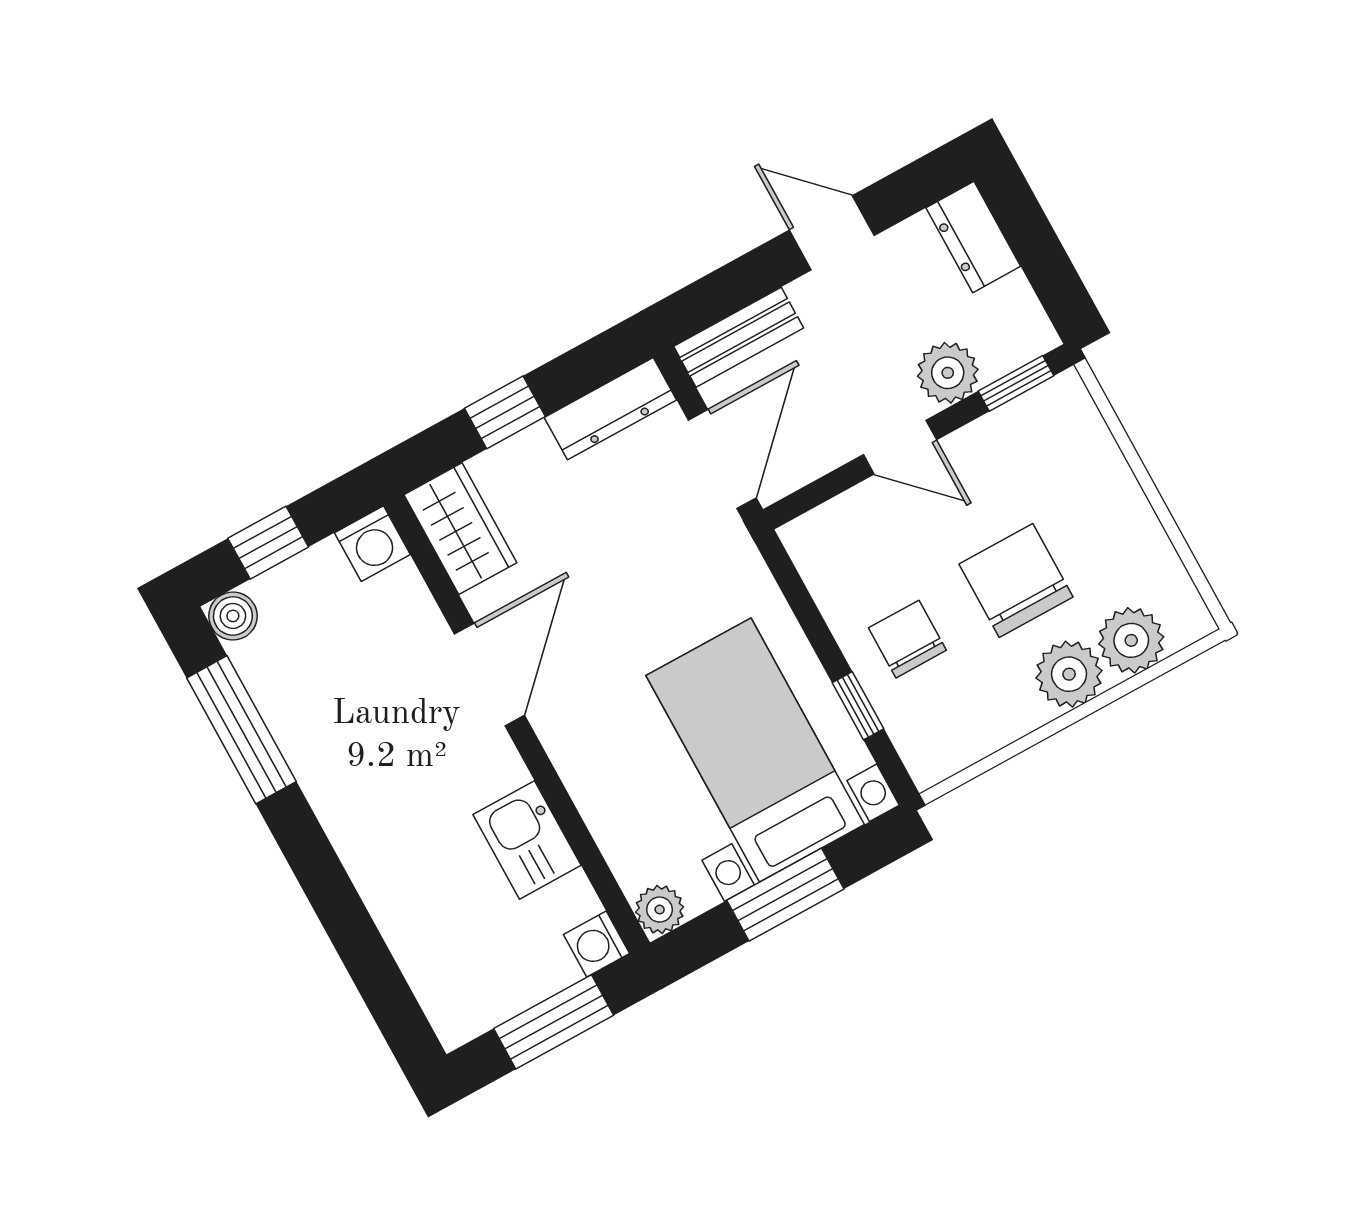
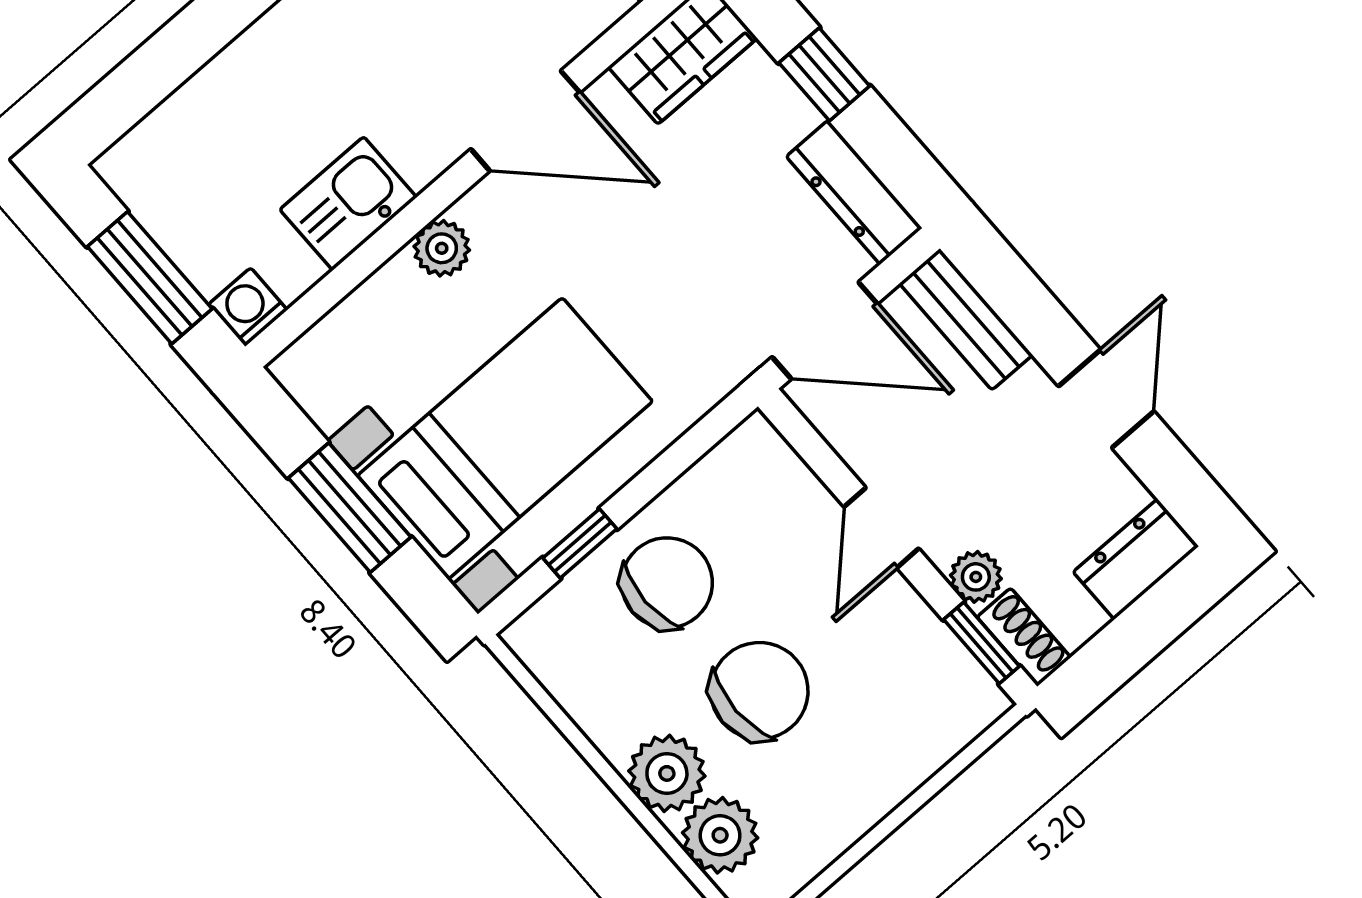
shoe rack: (1019, 346) -> (1024, 637), added
plant: (948, 373) -> (976, 577), width x0.73, depth x0.73
chair: (907, 639) -> (667, 583), width x1.37, depth x1.37
plant: (660, 910) -> (442, 248), moved

